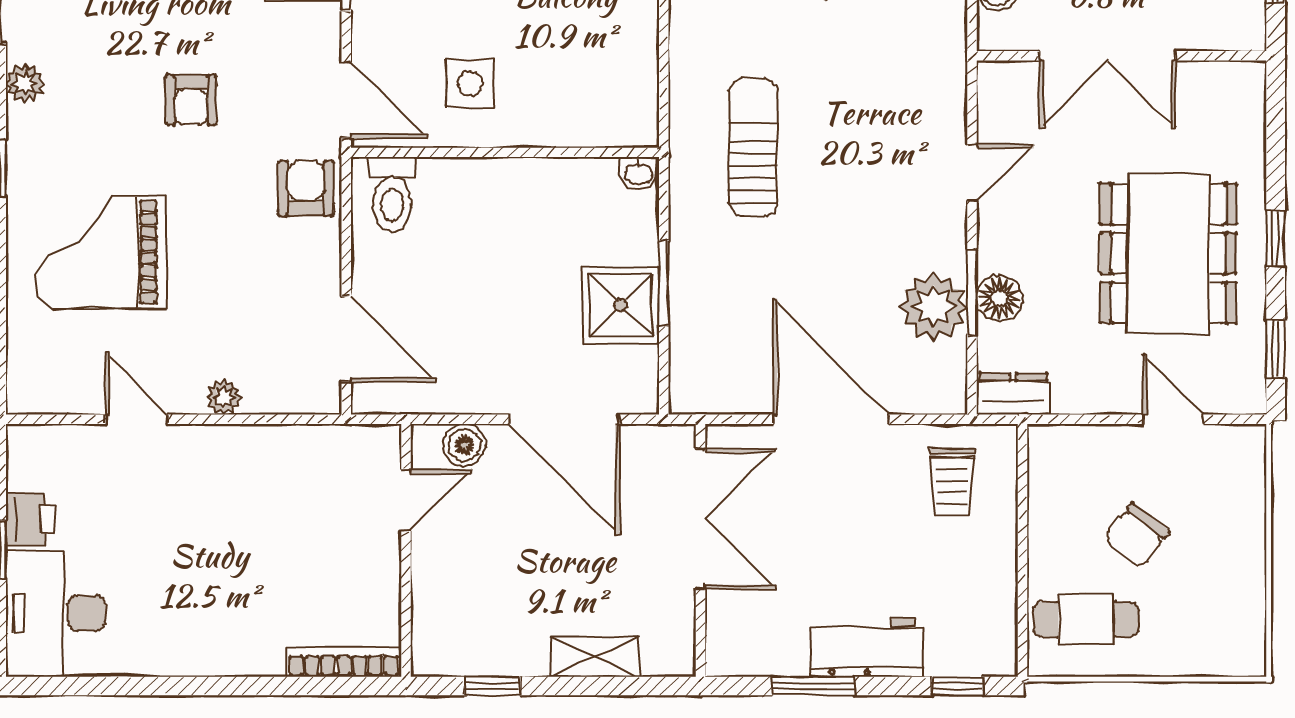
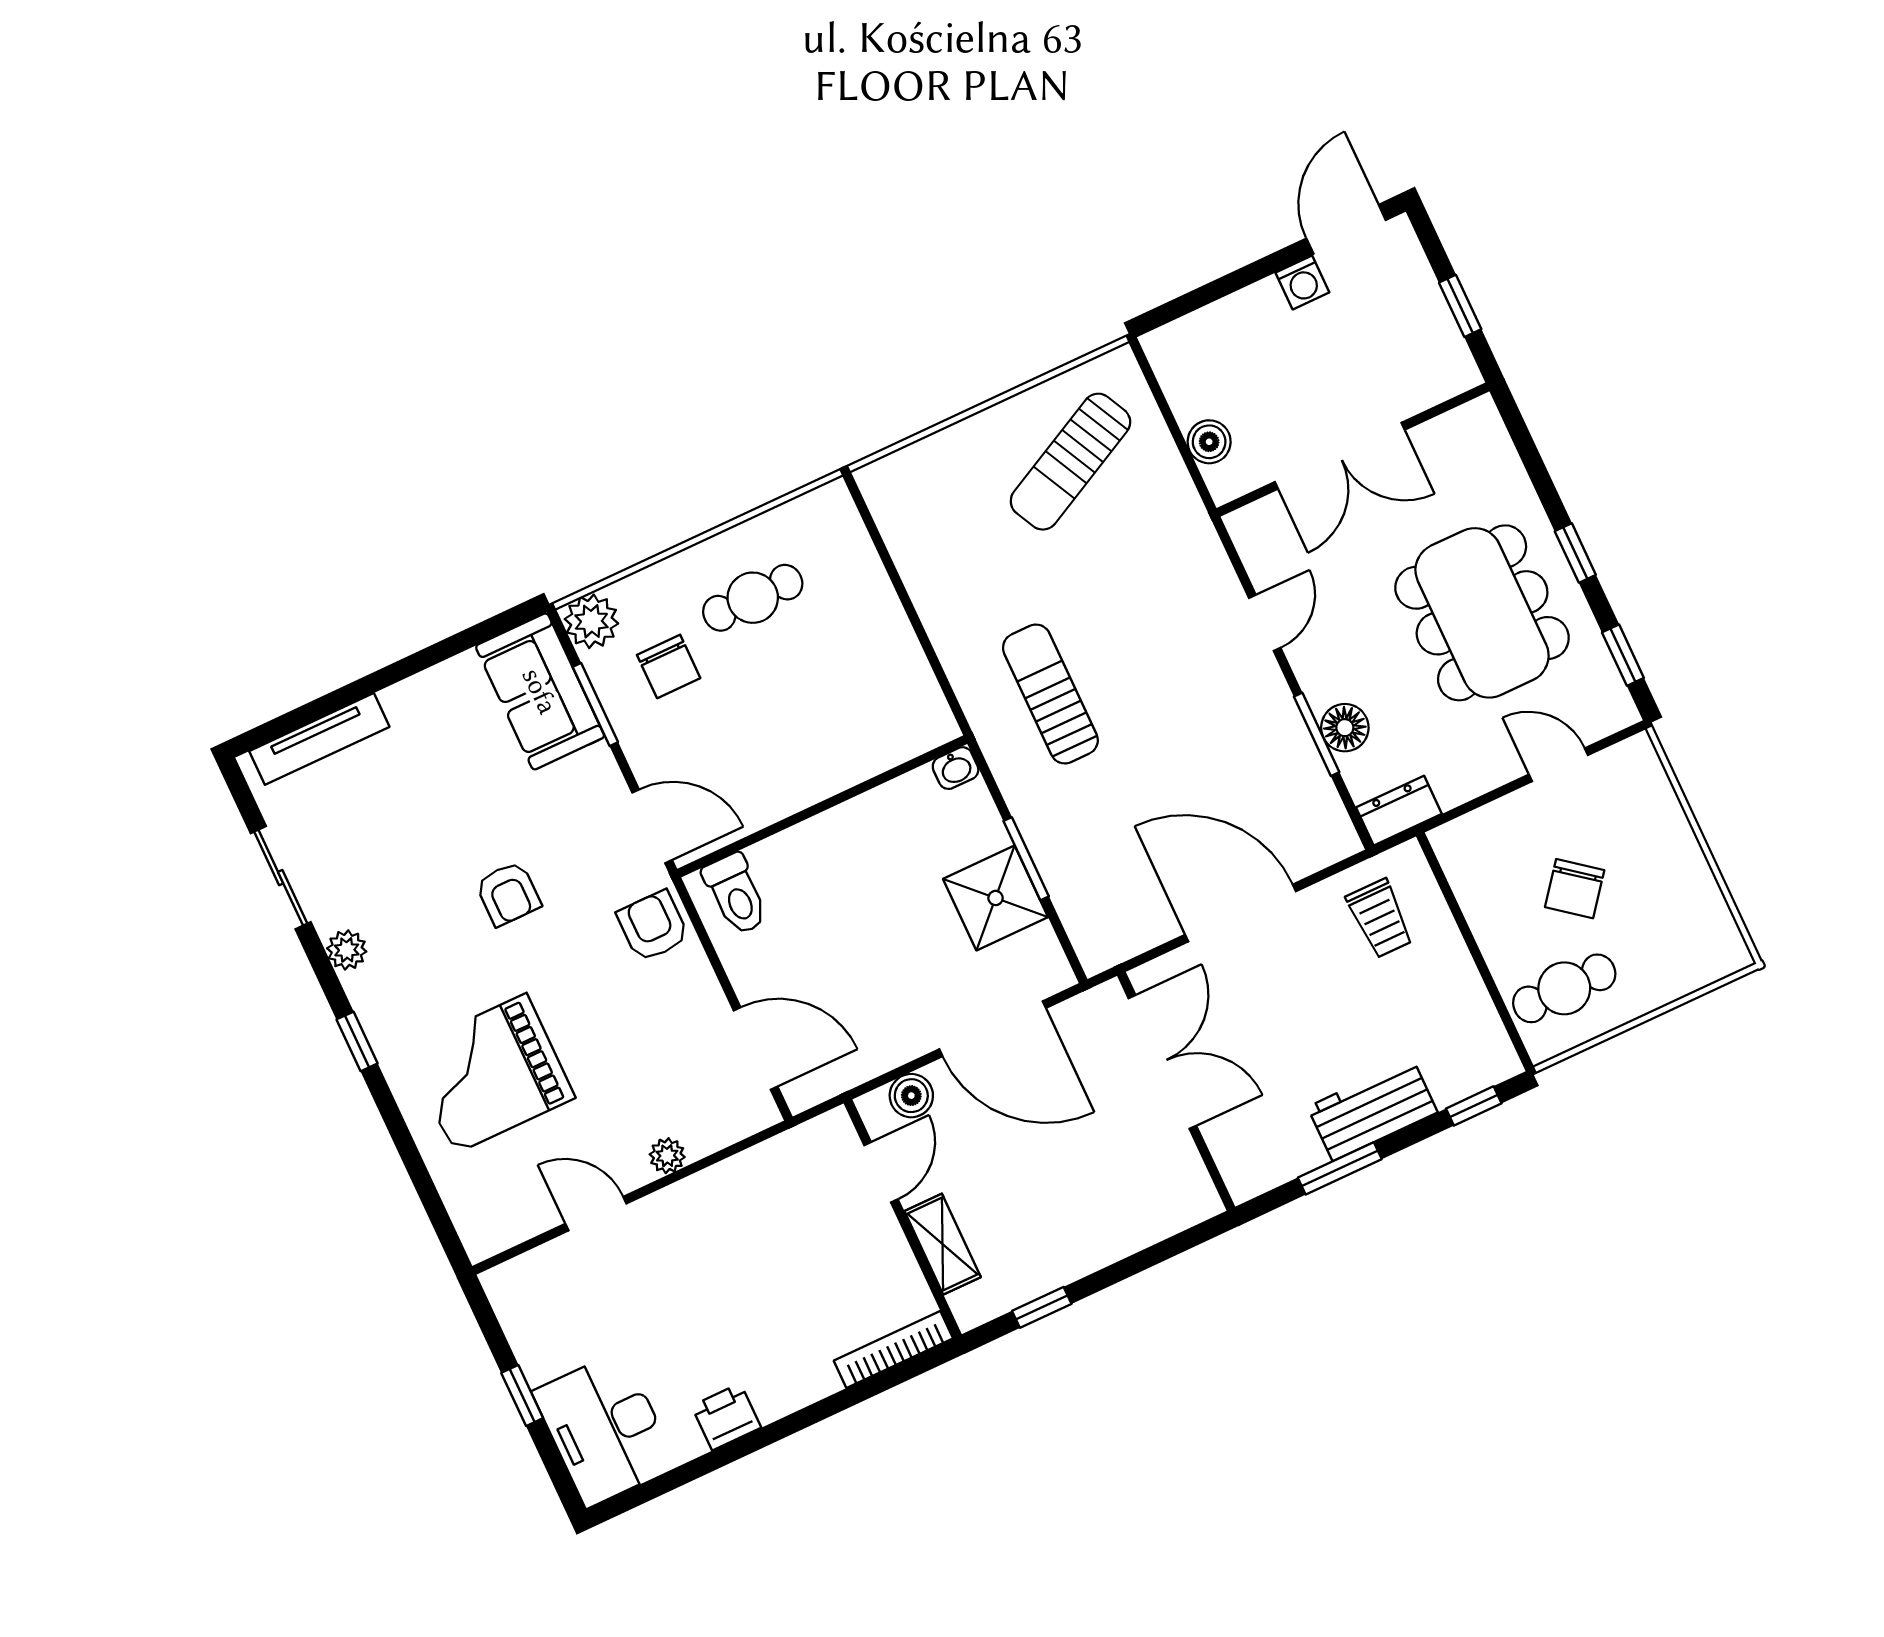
side table: (470, 83) -> (760, 757), removed
plant: (934, 307) -> (1287, 764), removed
printer: (30, 519) -> (726, 1417), moved, turned -90
shelving: (595, 657) -> (943, 1244), moved, turned 90

